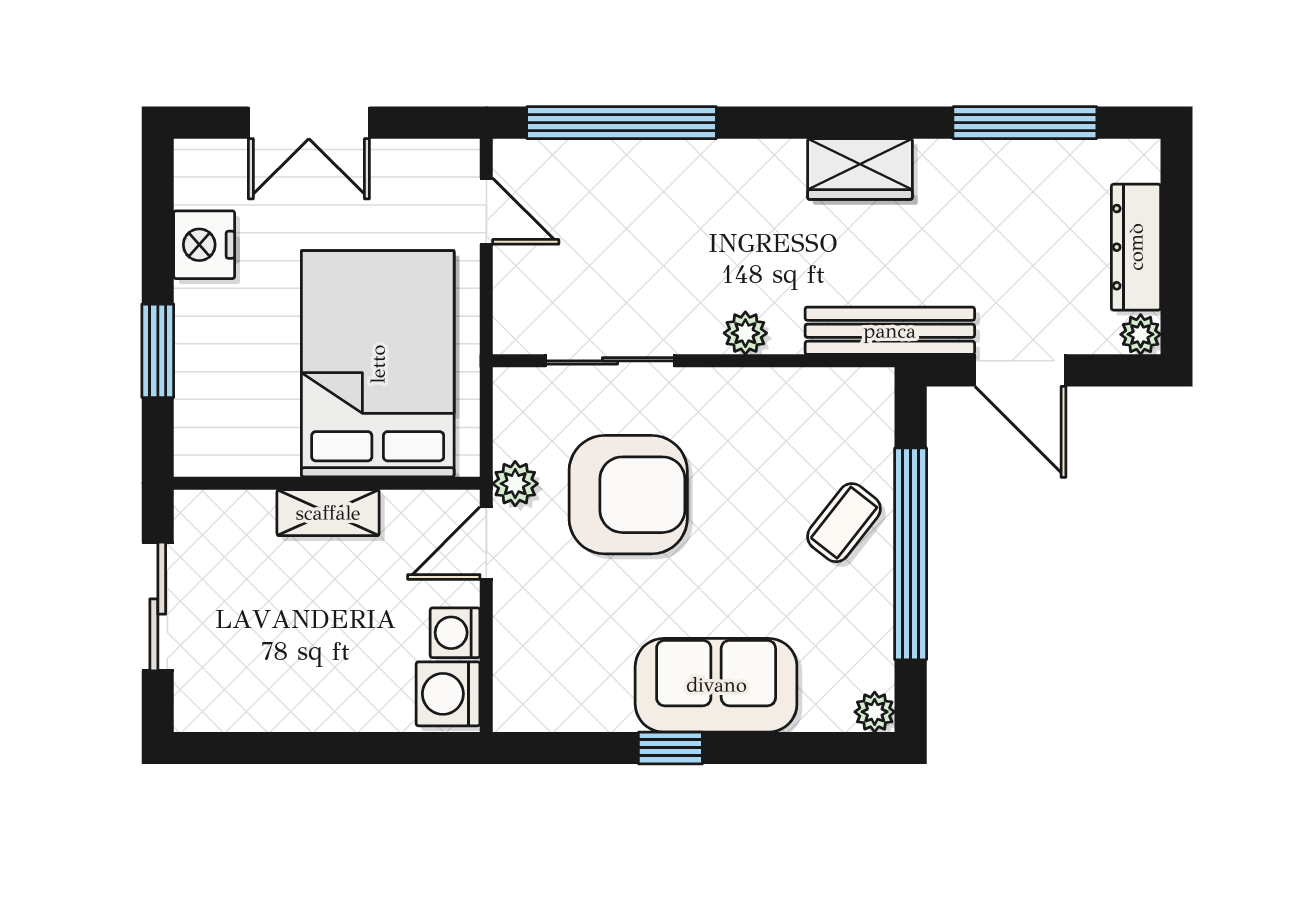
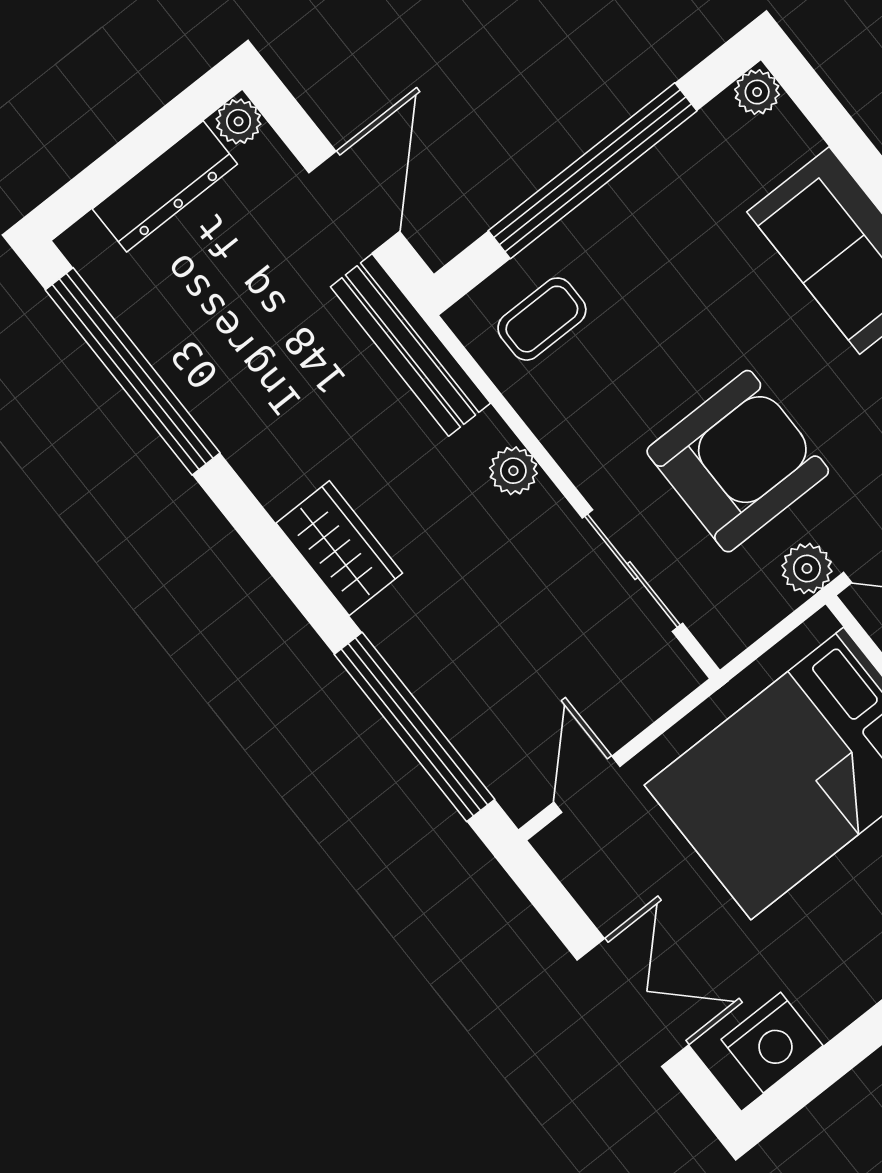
window: (1025, 123) -> (133, 371), width x1.46
wardrobe: (860, 169) -> (339, 548), moved
nightstand: (204, 245) -> (772, 1043), moved
armchair: (628, 495) -> (738, 461), turned 90
coffee table: (844, 523) -> (542, 319), moved, turned -38

